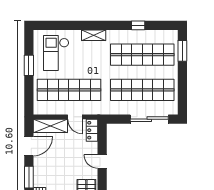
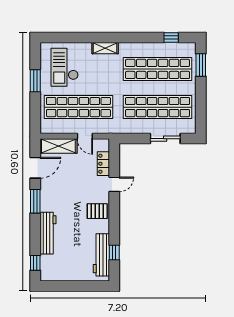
window: (138, 25) -> (171, 37), moved
sliding door: (149, 119) -> (165, 139), width x0.73
locker: (92, 130) -> (103, 164), moved
door: (102, 161) -> (114, 184), swing flipped

